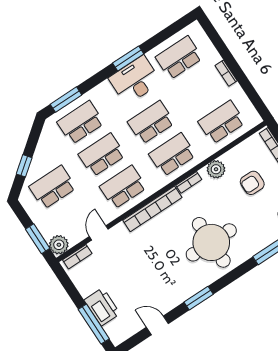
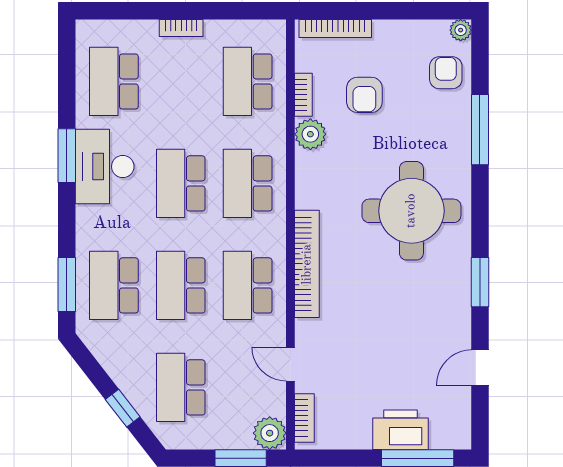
bookcase: (189, 182) -> (303, 95), moved

